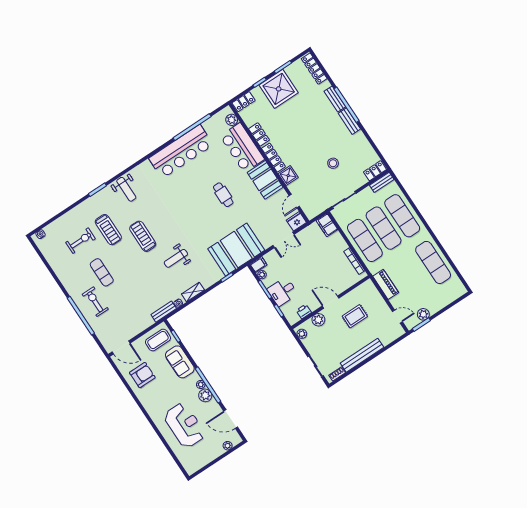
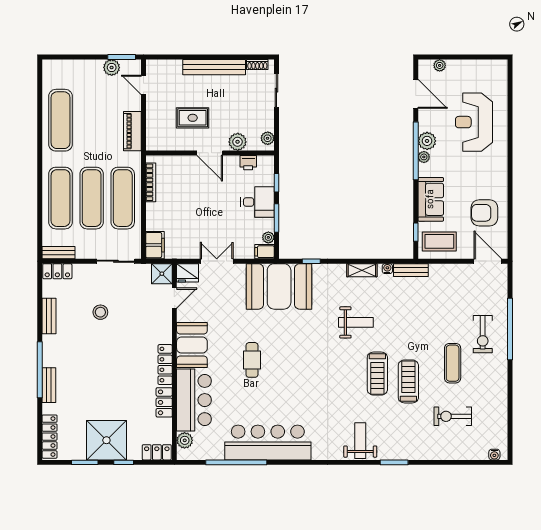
bench: (349, 121) -> (49, 316), moved
shower: (288, 176) -> (162, 274), moved
treadmill: (108, 230) -> (408, 381), moved

